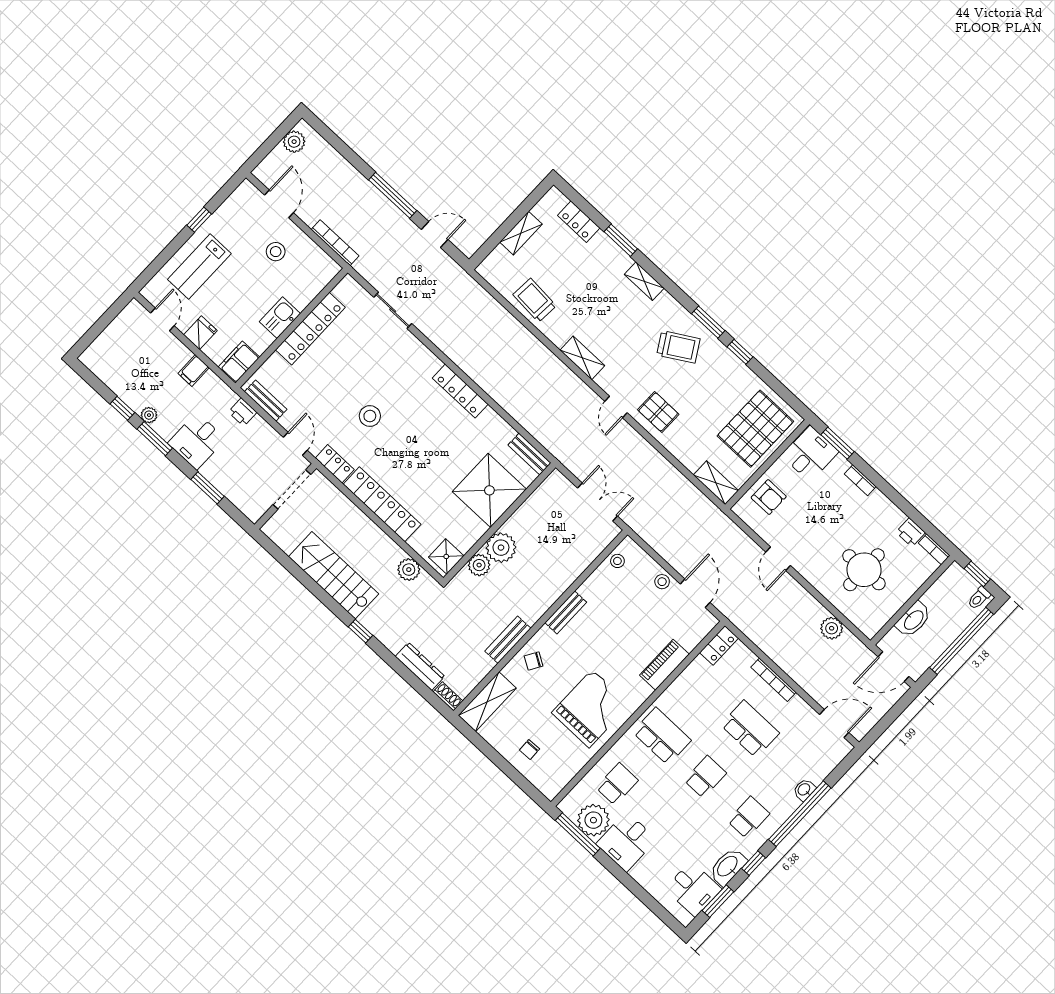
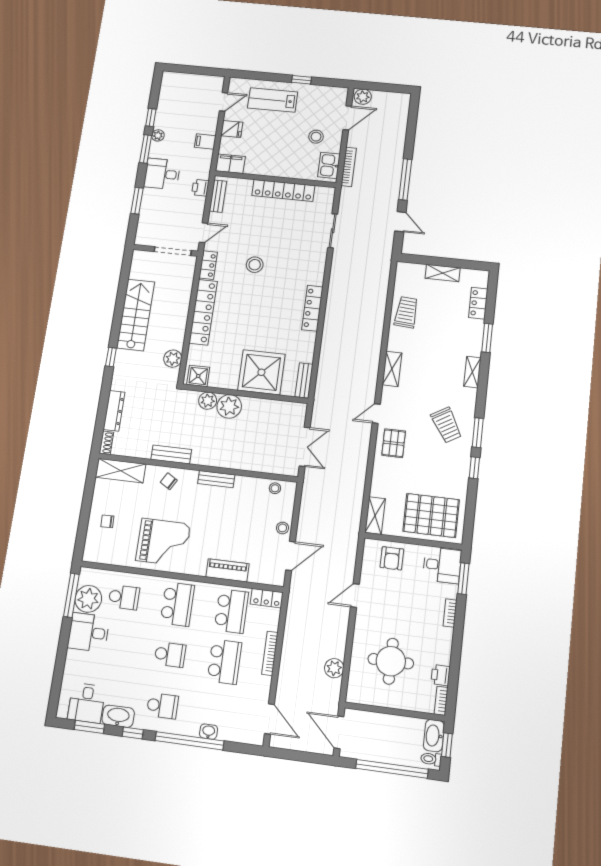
plant: (294, 142) -> (363, 97), moved
kitchen sink: (280, 318) -> (329, 165), moved, turned -90
washbasin: (913, 620) -> (434, 736), moved, turned 90
school desk: (707, 688) -> (231, 611), added

